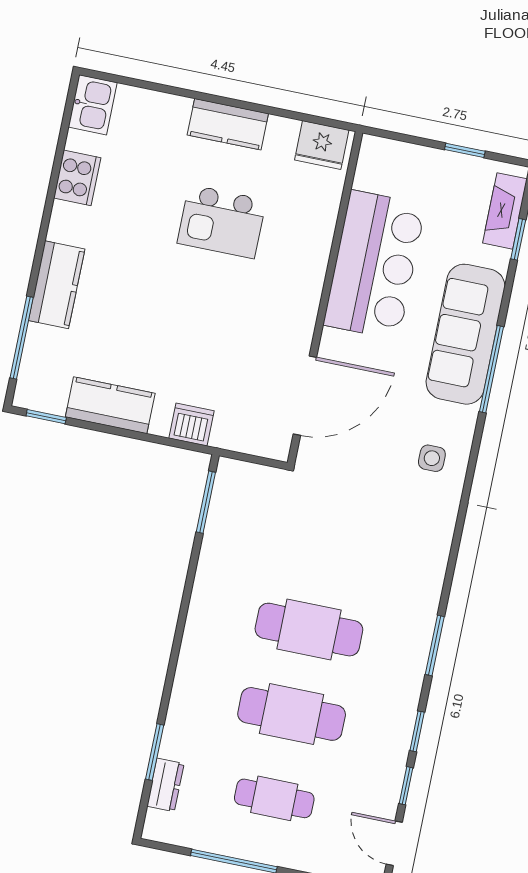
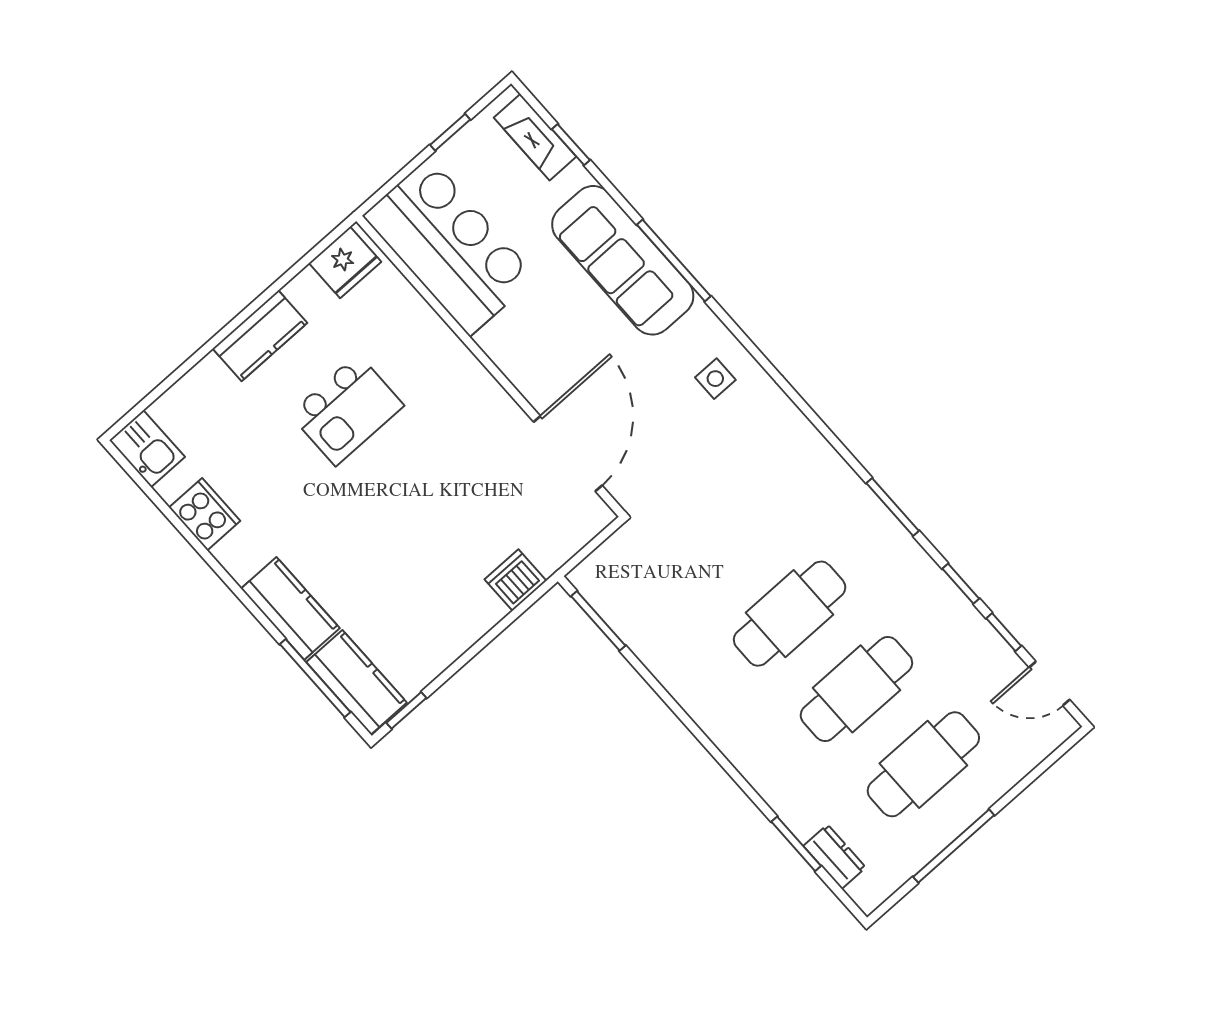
bar counter: (375, 265) -> (450, 247), moved
kitchen counter: (110, 405) -> (357, 682), moved, turned 90
cafe table: (274, 798) -> (923, 764), width x1.37, depth x1.35

